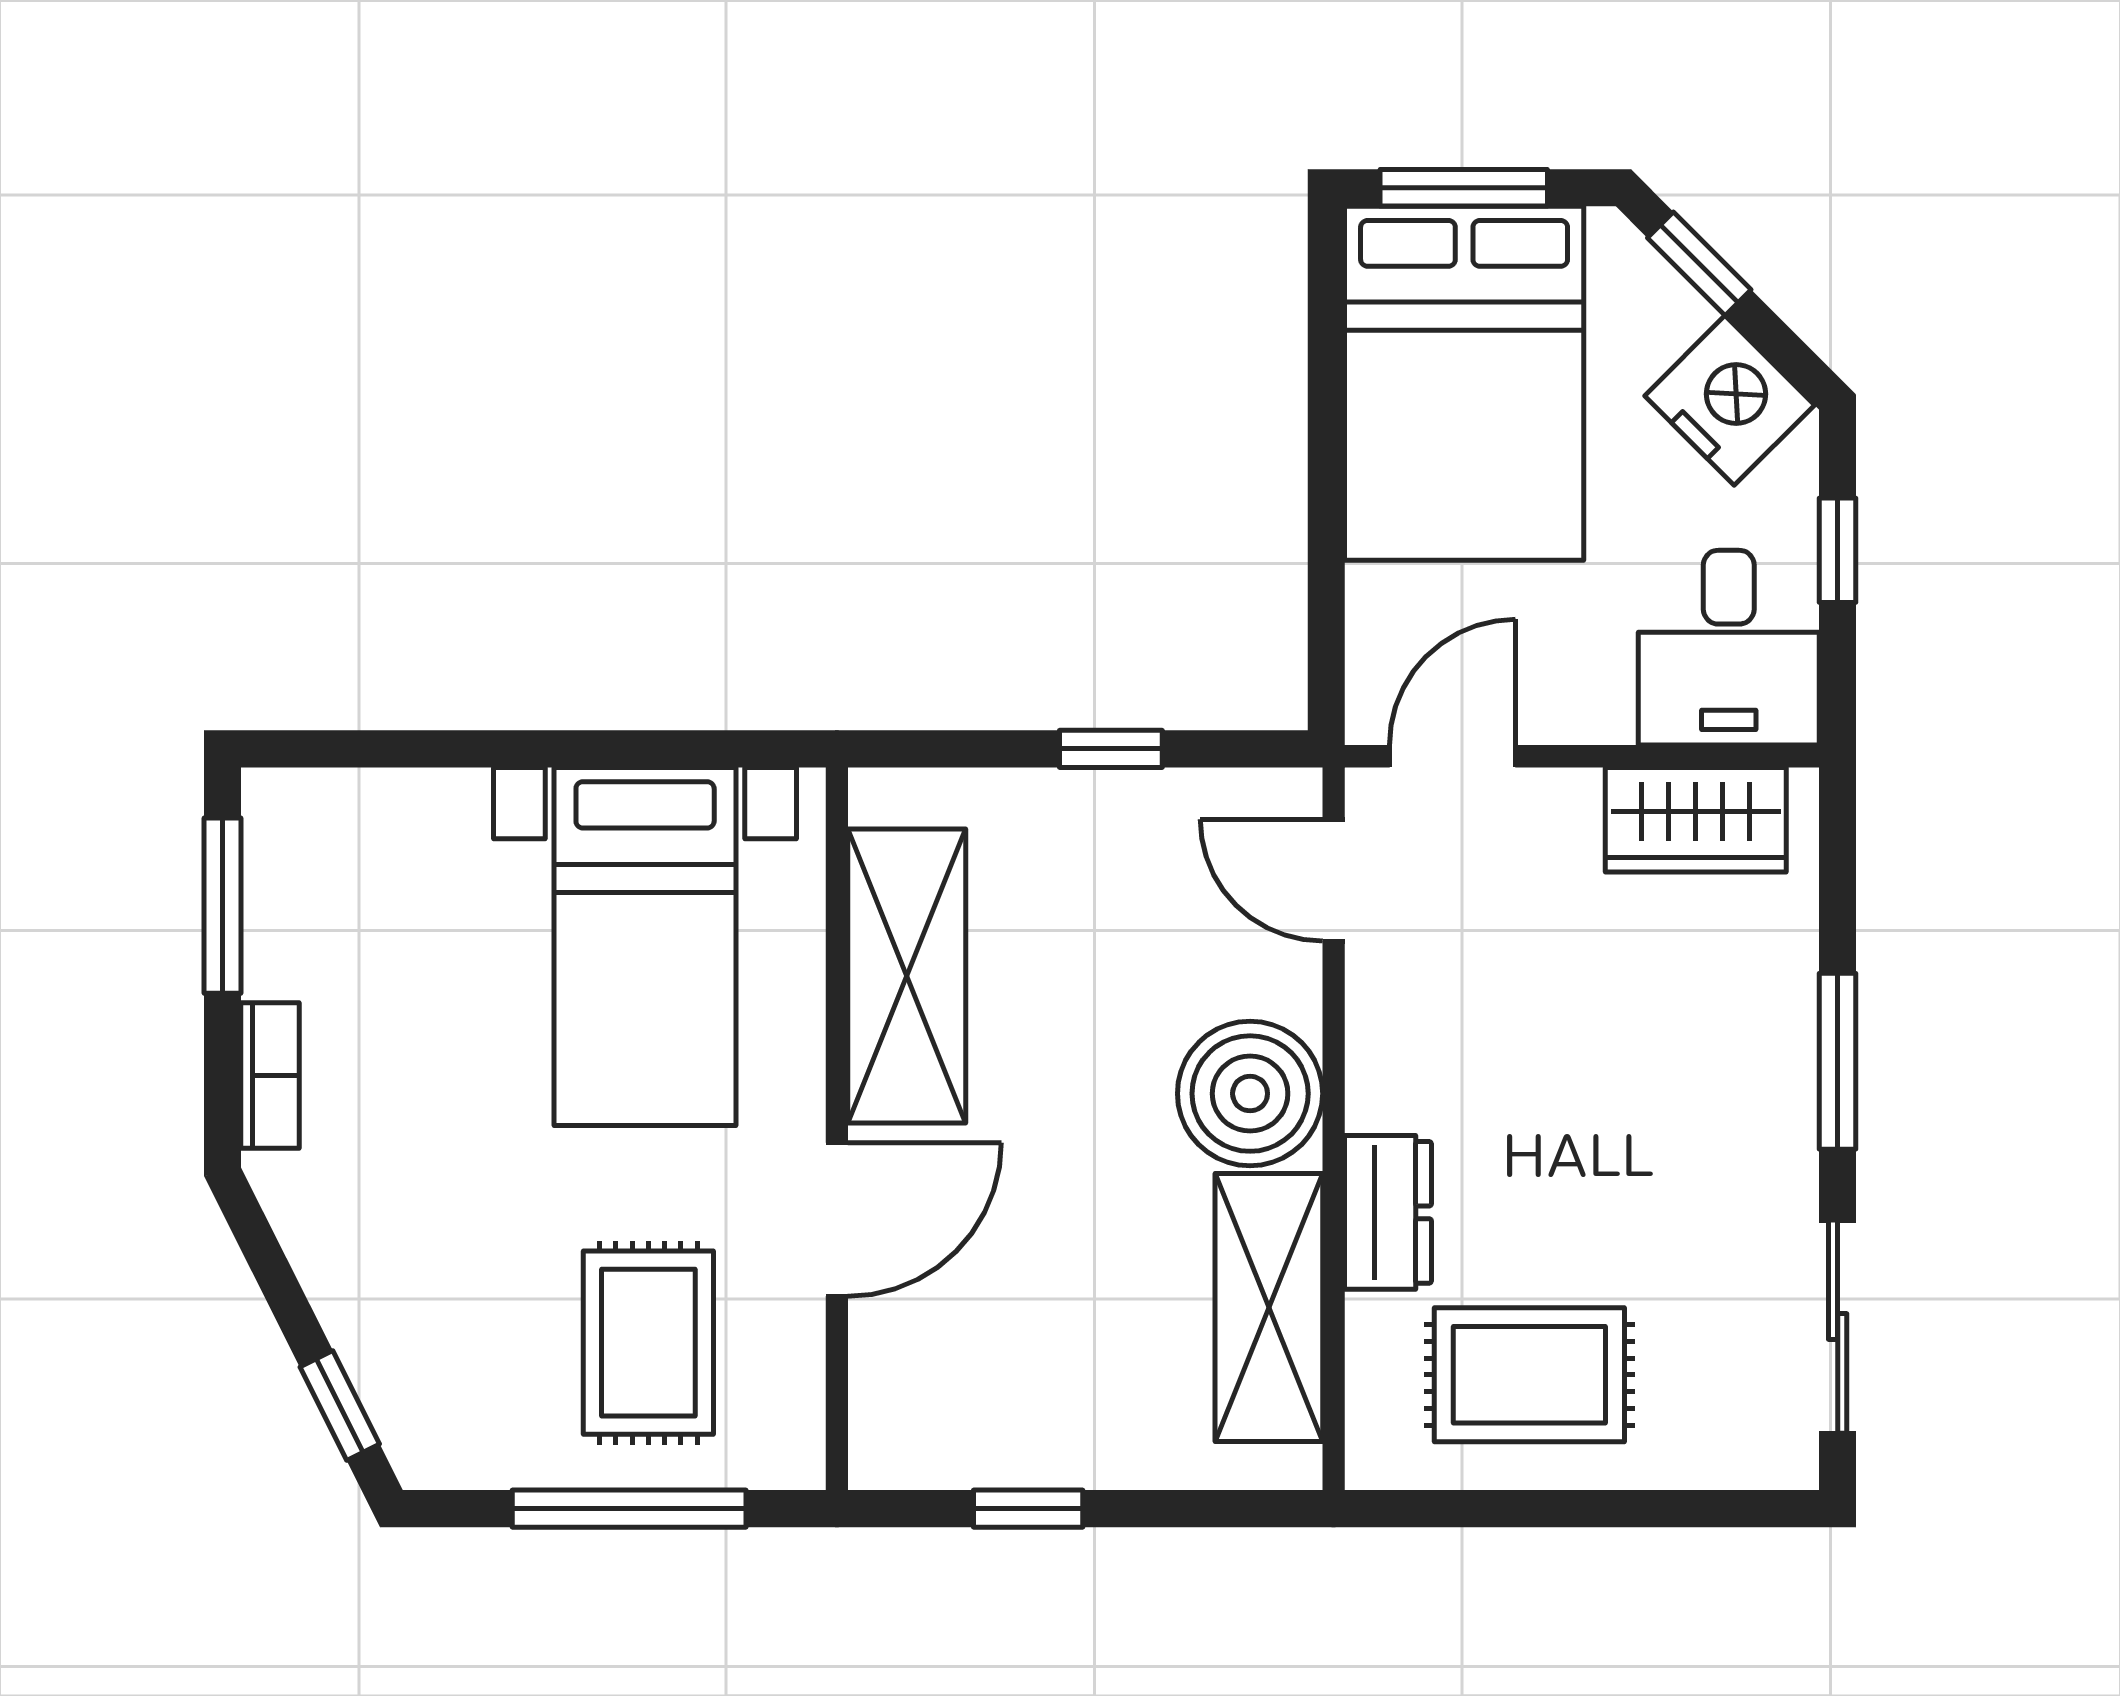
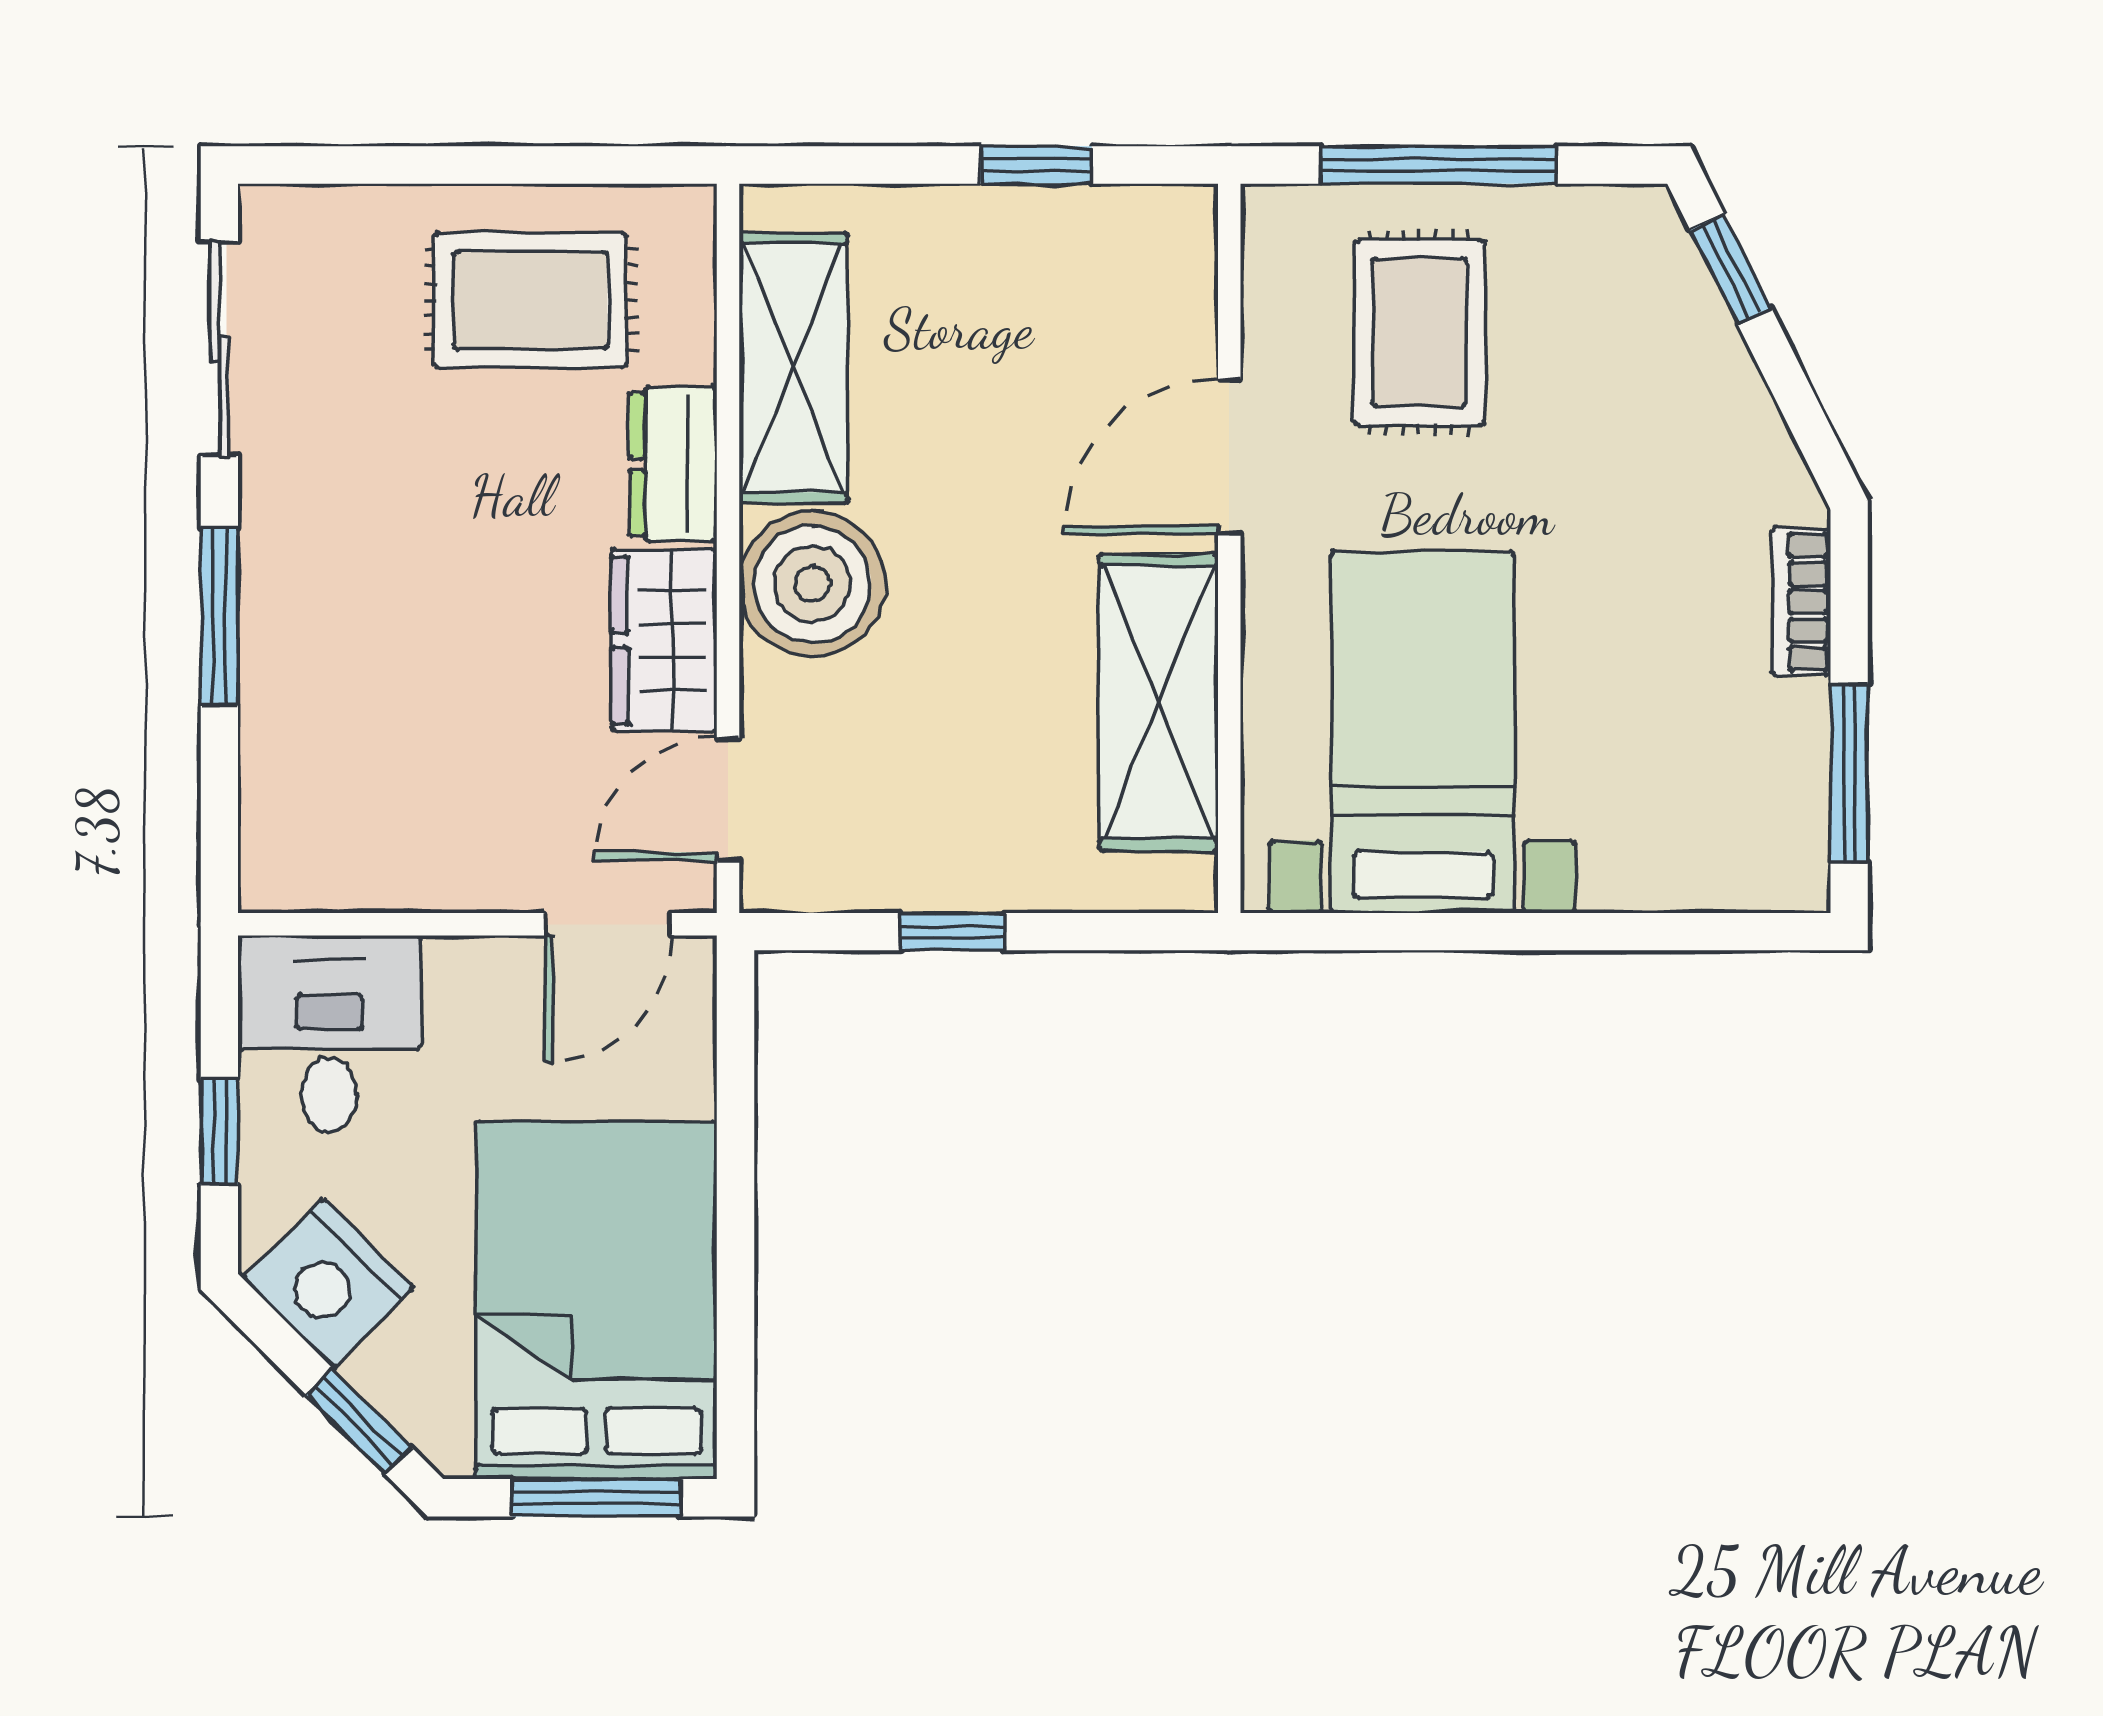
wardrobe: (1696, 820) -> (664, 640), moved, turned -90
door: (1334, 880) -> (728, 799), swing flipped

